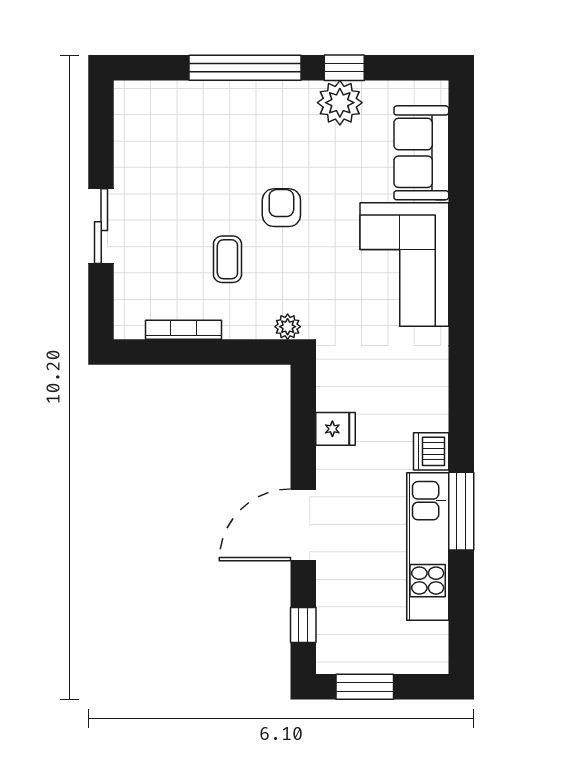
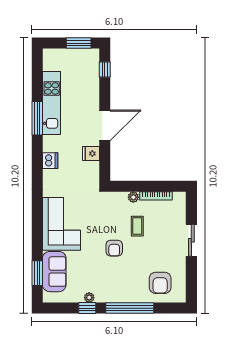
plant: (340, 103) -> (89, 298), width x0.53, depth x0.53
armchair: (174, 127) -> (160, 283), added
window: (461, 149) -> (37, 273), added
plant: (288, 327) -> (133, 197), moved
dishwasher: (431, 451) -> (50, 161), moved
door: (303, 525) -> (105, 125), moved

